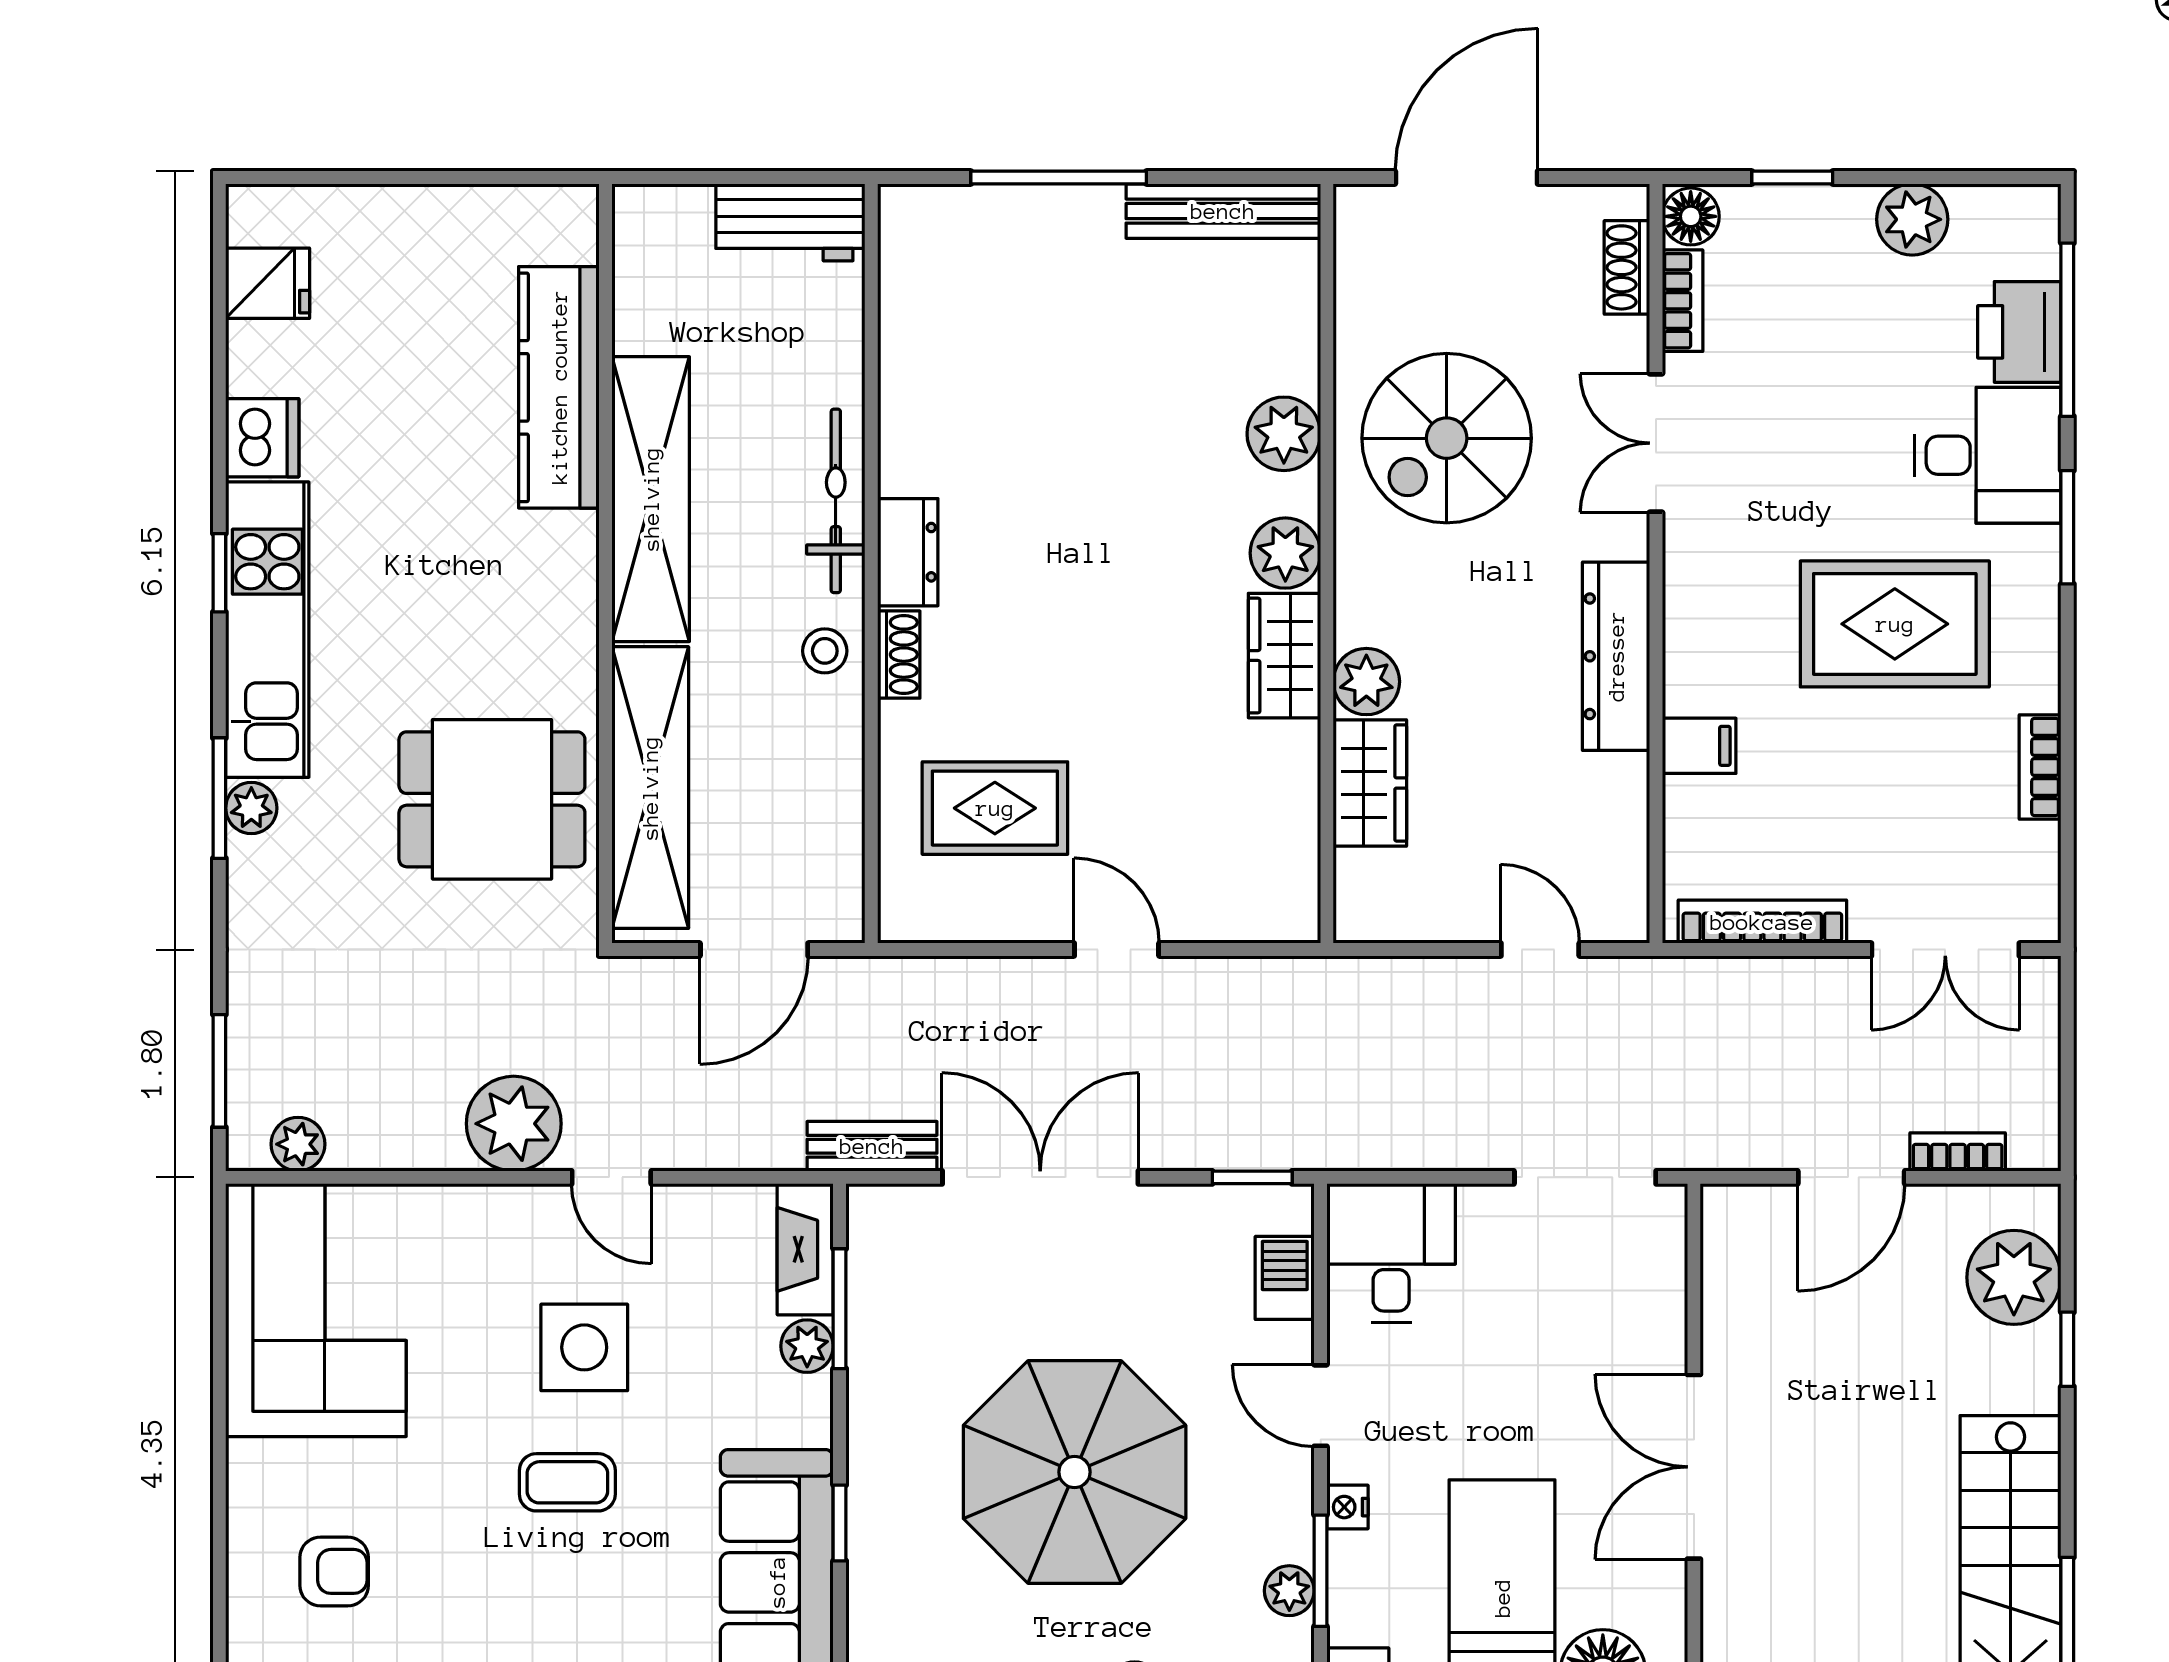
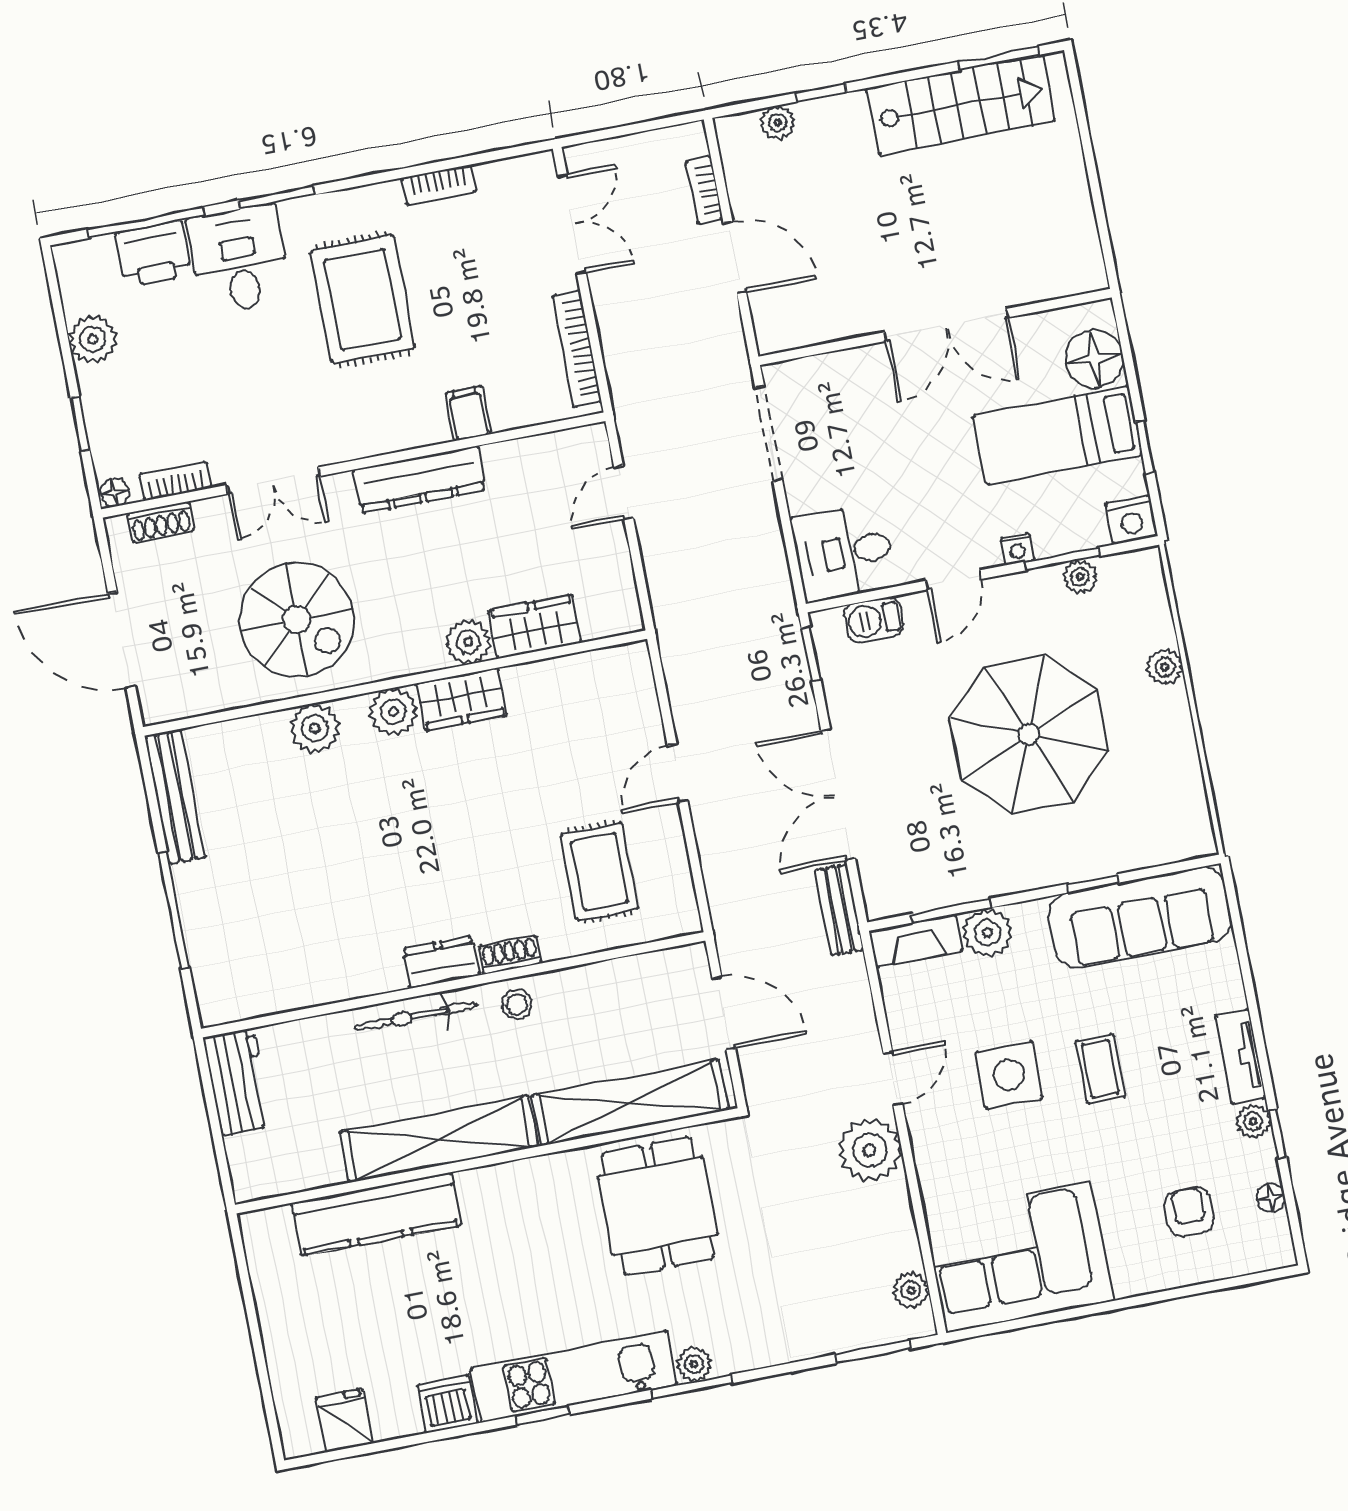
floor lamp: (1691, 216) -> (115, 492), width x0.73, depth x0.73
plant: (2014, 1277) -> (777, 122), width x0.53, depth x0.53
plant: (807, 1346) -> (987, 933), width x1.38, depth x1.38

